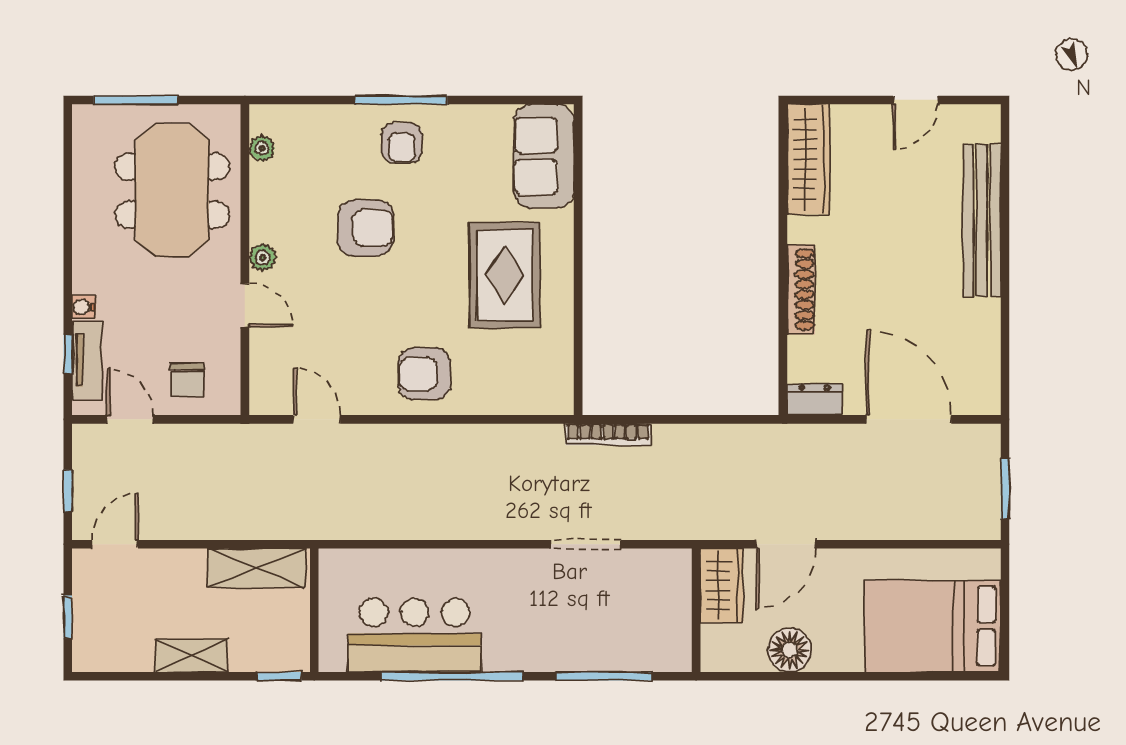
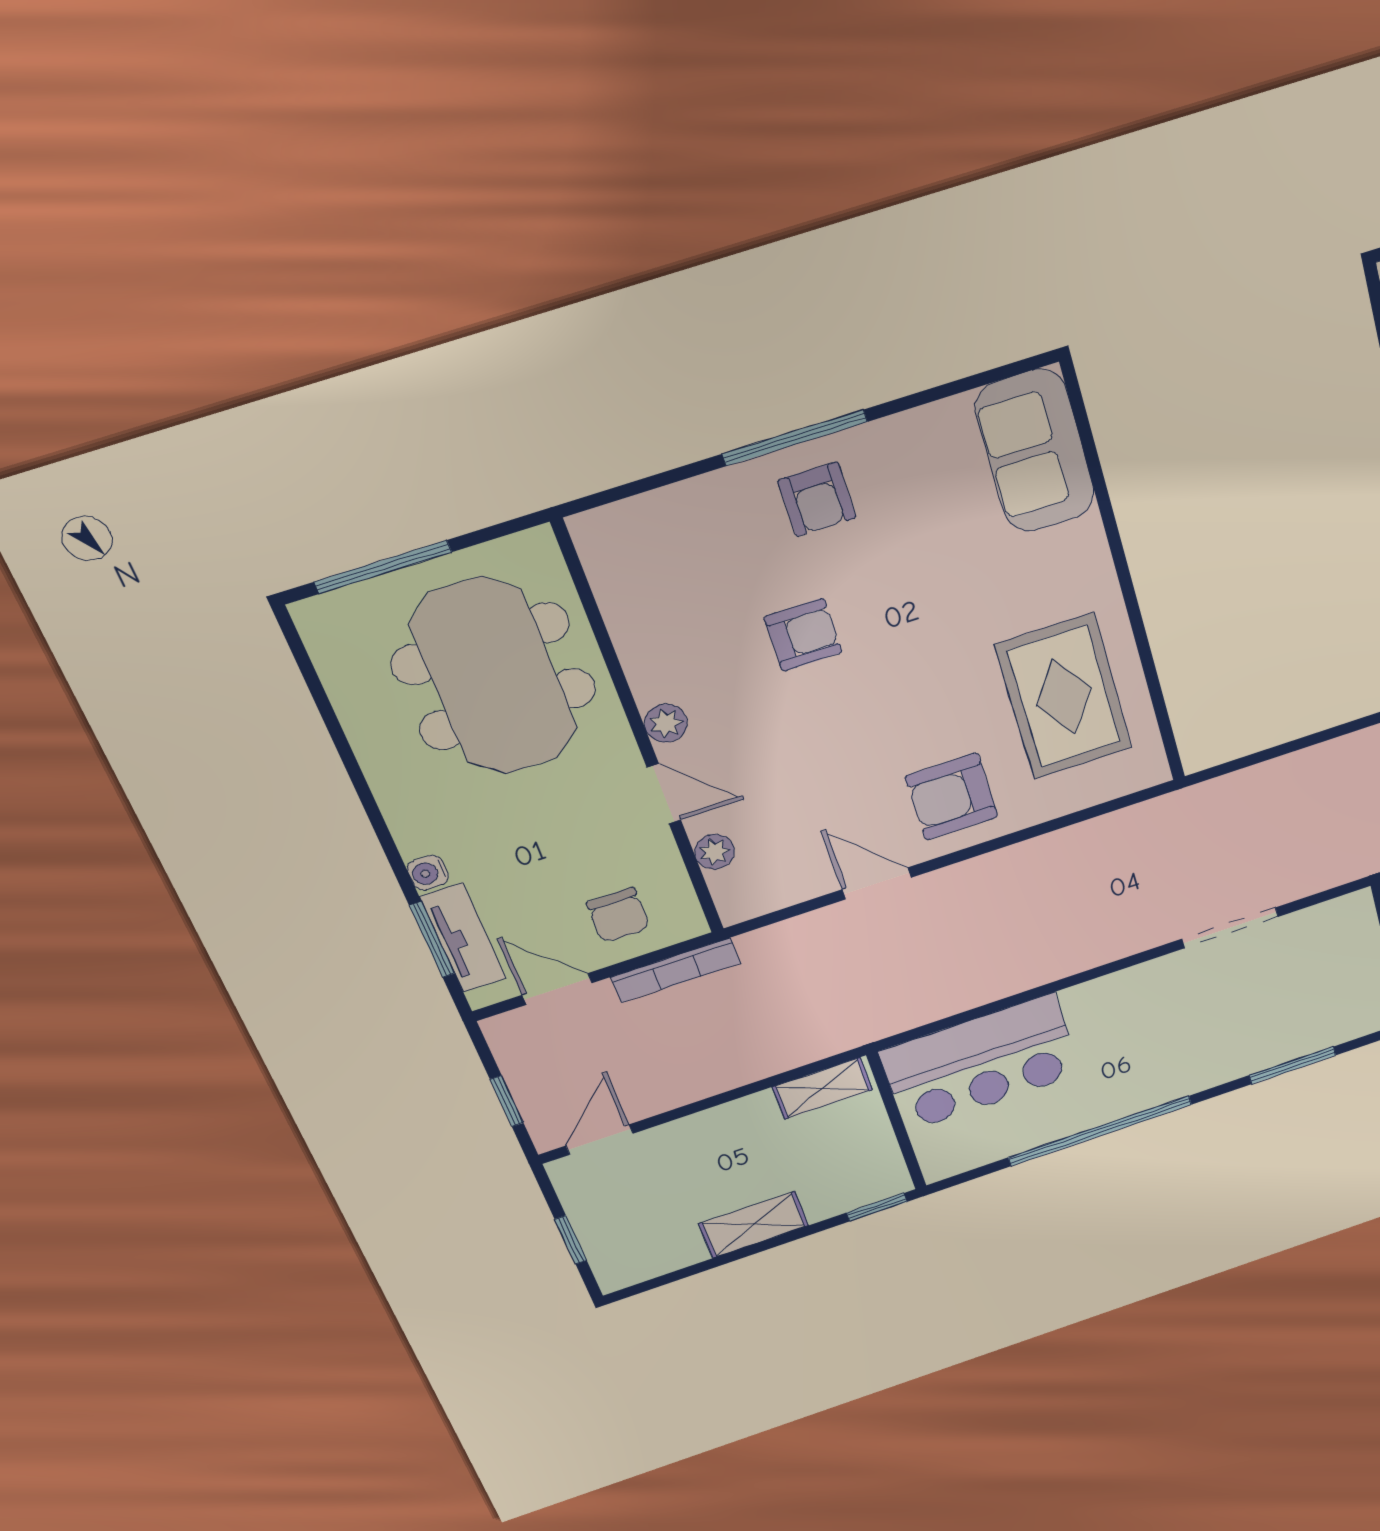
plant: (262, 148) -> (714, 852), moved
armchair: (366, 228) -> (803, 635), width x0.72, depth x0.72
rug: (505, 275) -> (1064, 697), moved
window: (68, 354) -> (432, 940), width x1.50
door: (317, 419) -> (877, 883), moved
bookcase: (608, 434) -> (676, 970), moved
shelving: (257, 568) -> (822, 1088), width x0.67, depth x0.75
bar counter: (415, 635) -> (980, 1063), moved, turned 180
window: (604, 676) -> (1292, 1065), width x0.69

